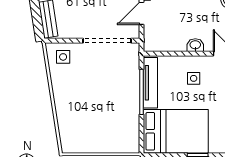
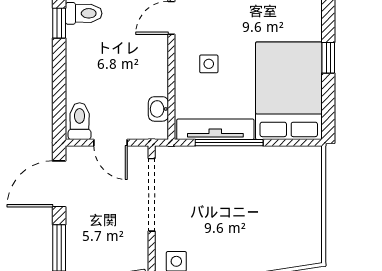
washbasin: (195, 45) -> (158, 109), moved

